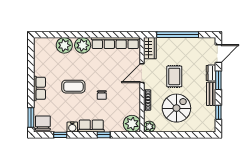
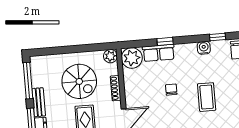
coffee table: (73, 87) -> (207, 97), turned 90
spiral stairs: (176, 108) -> (79, 81), turned -90
window: (218, 112) -> (28, 81), width x2.17
row of seats: (91, 126) -> (159, 53), moved

